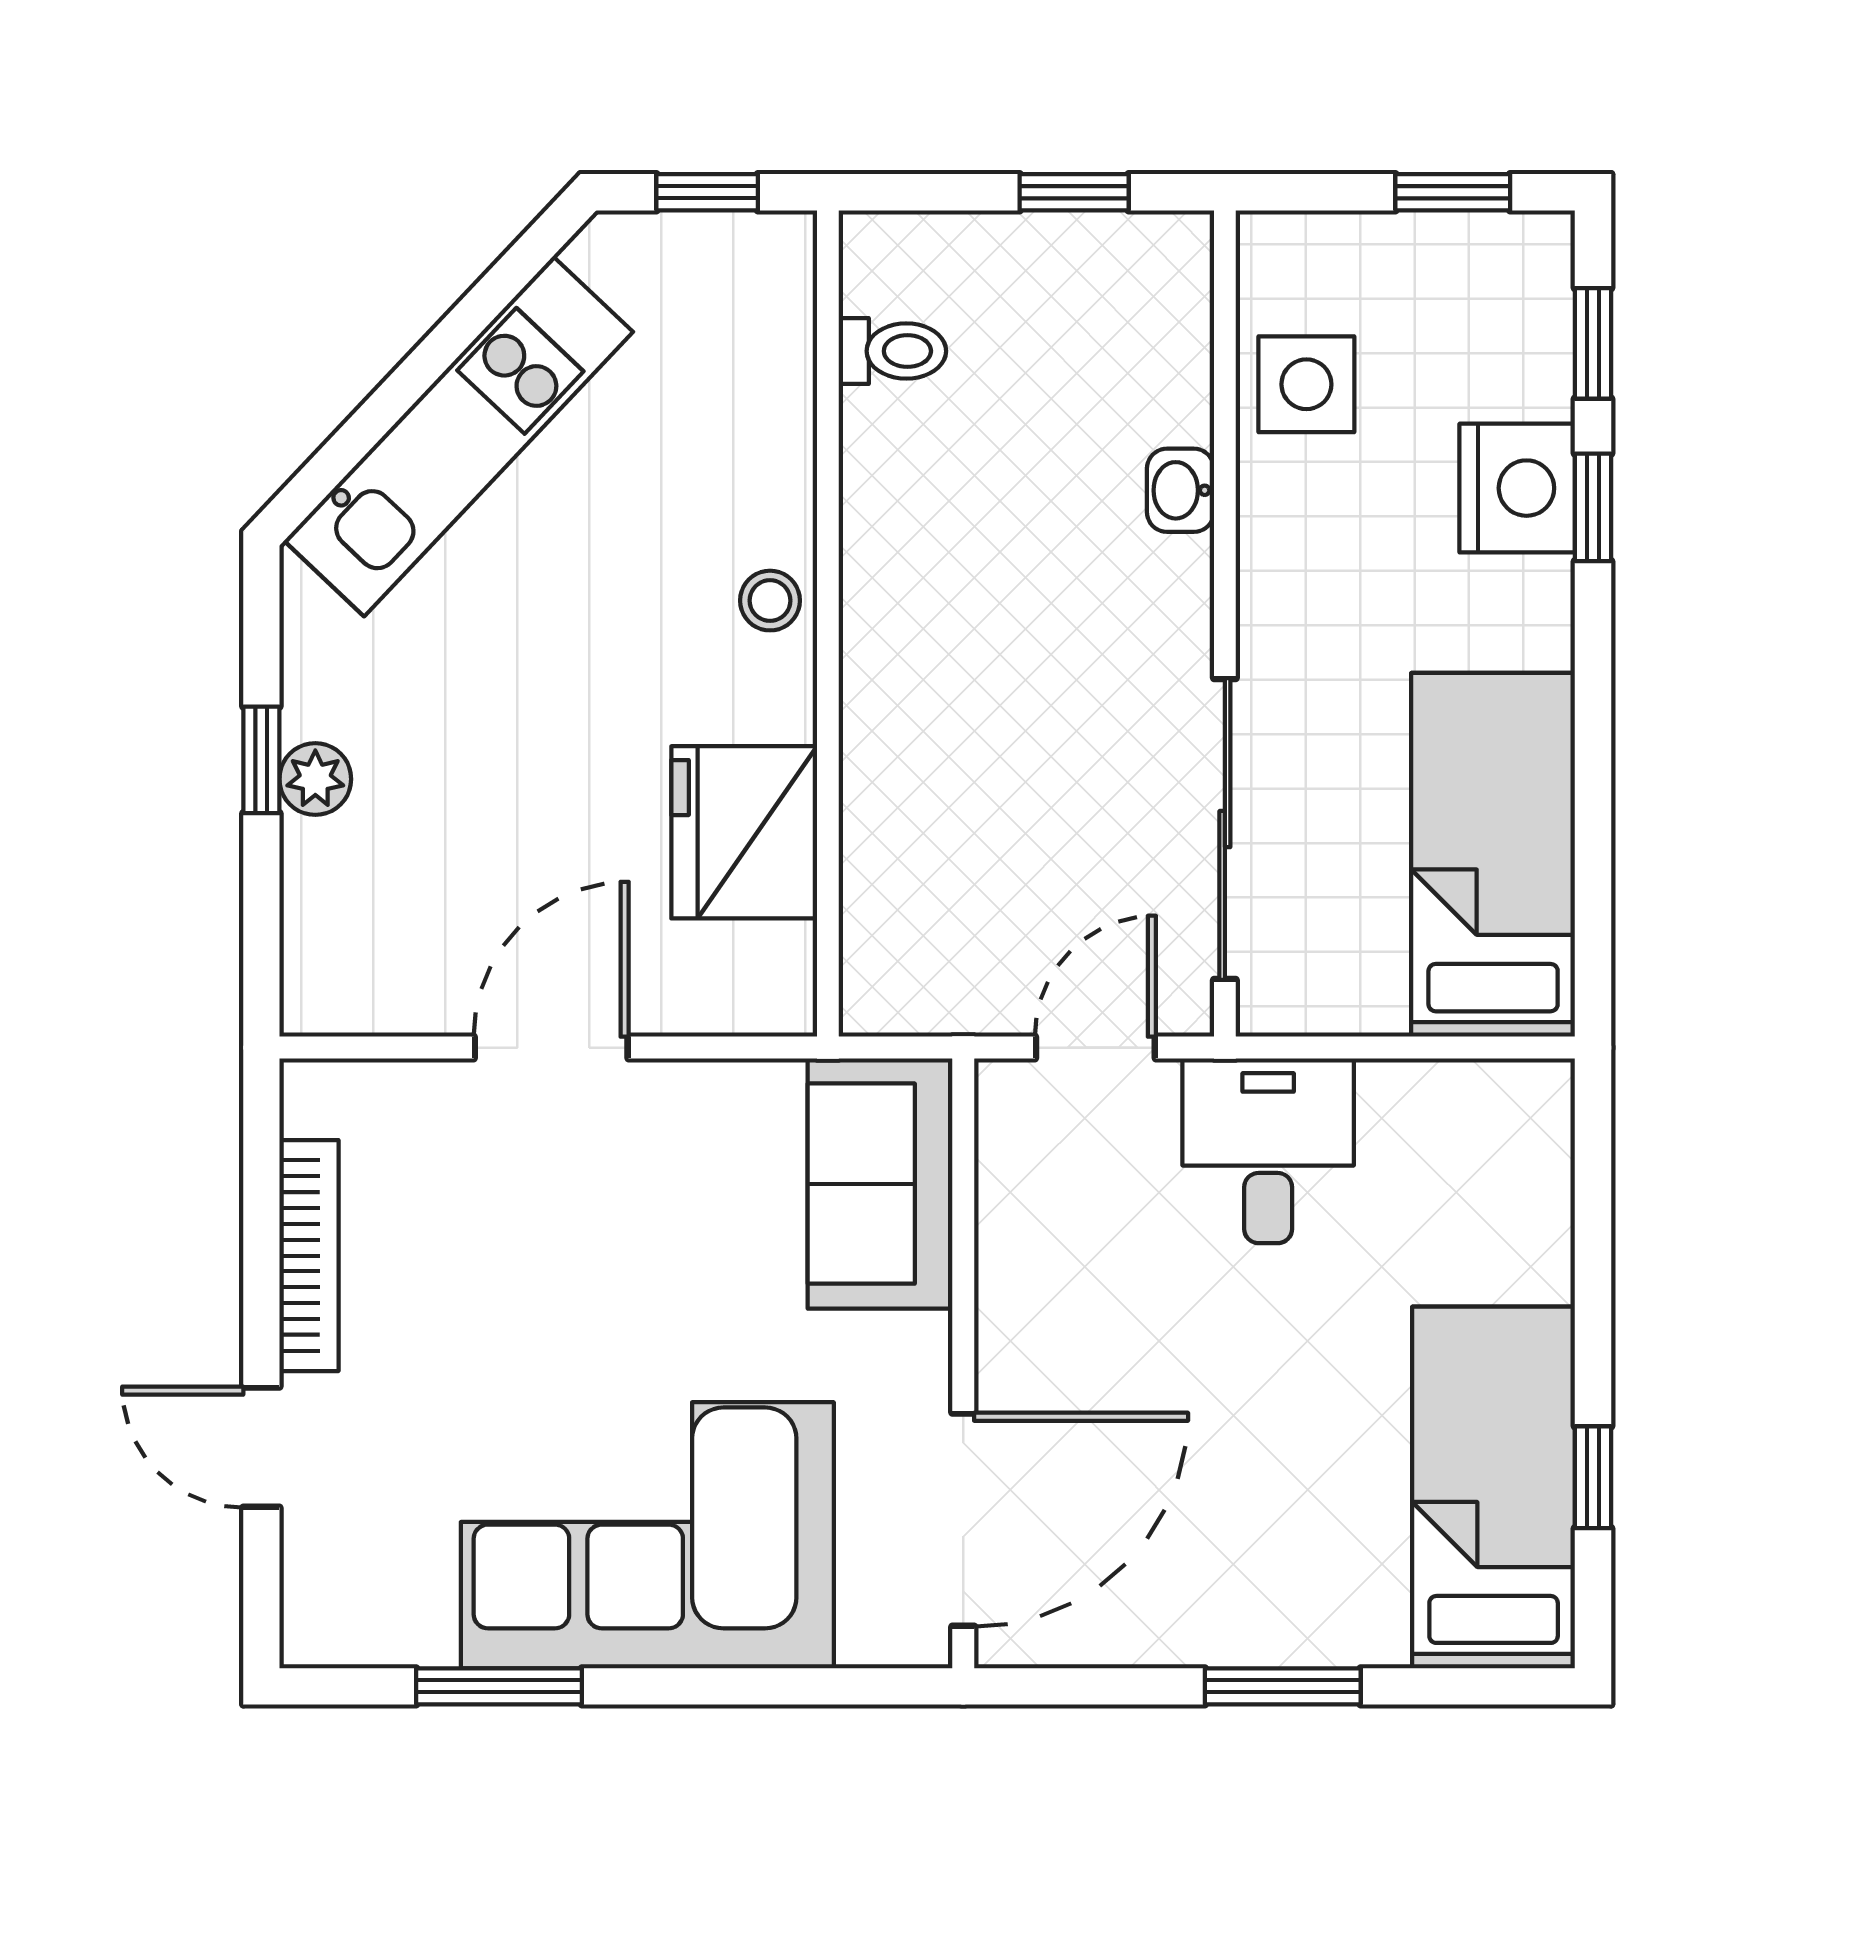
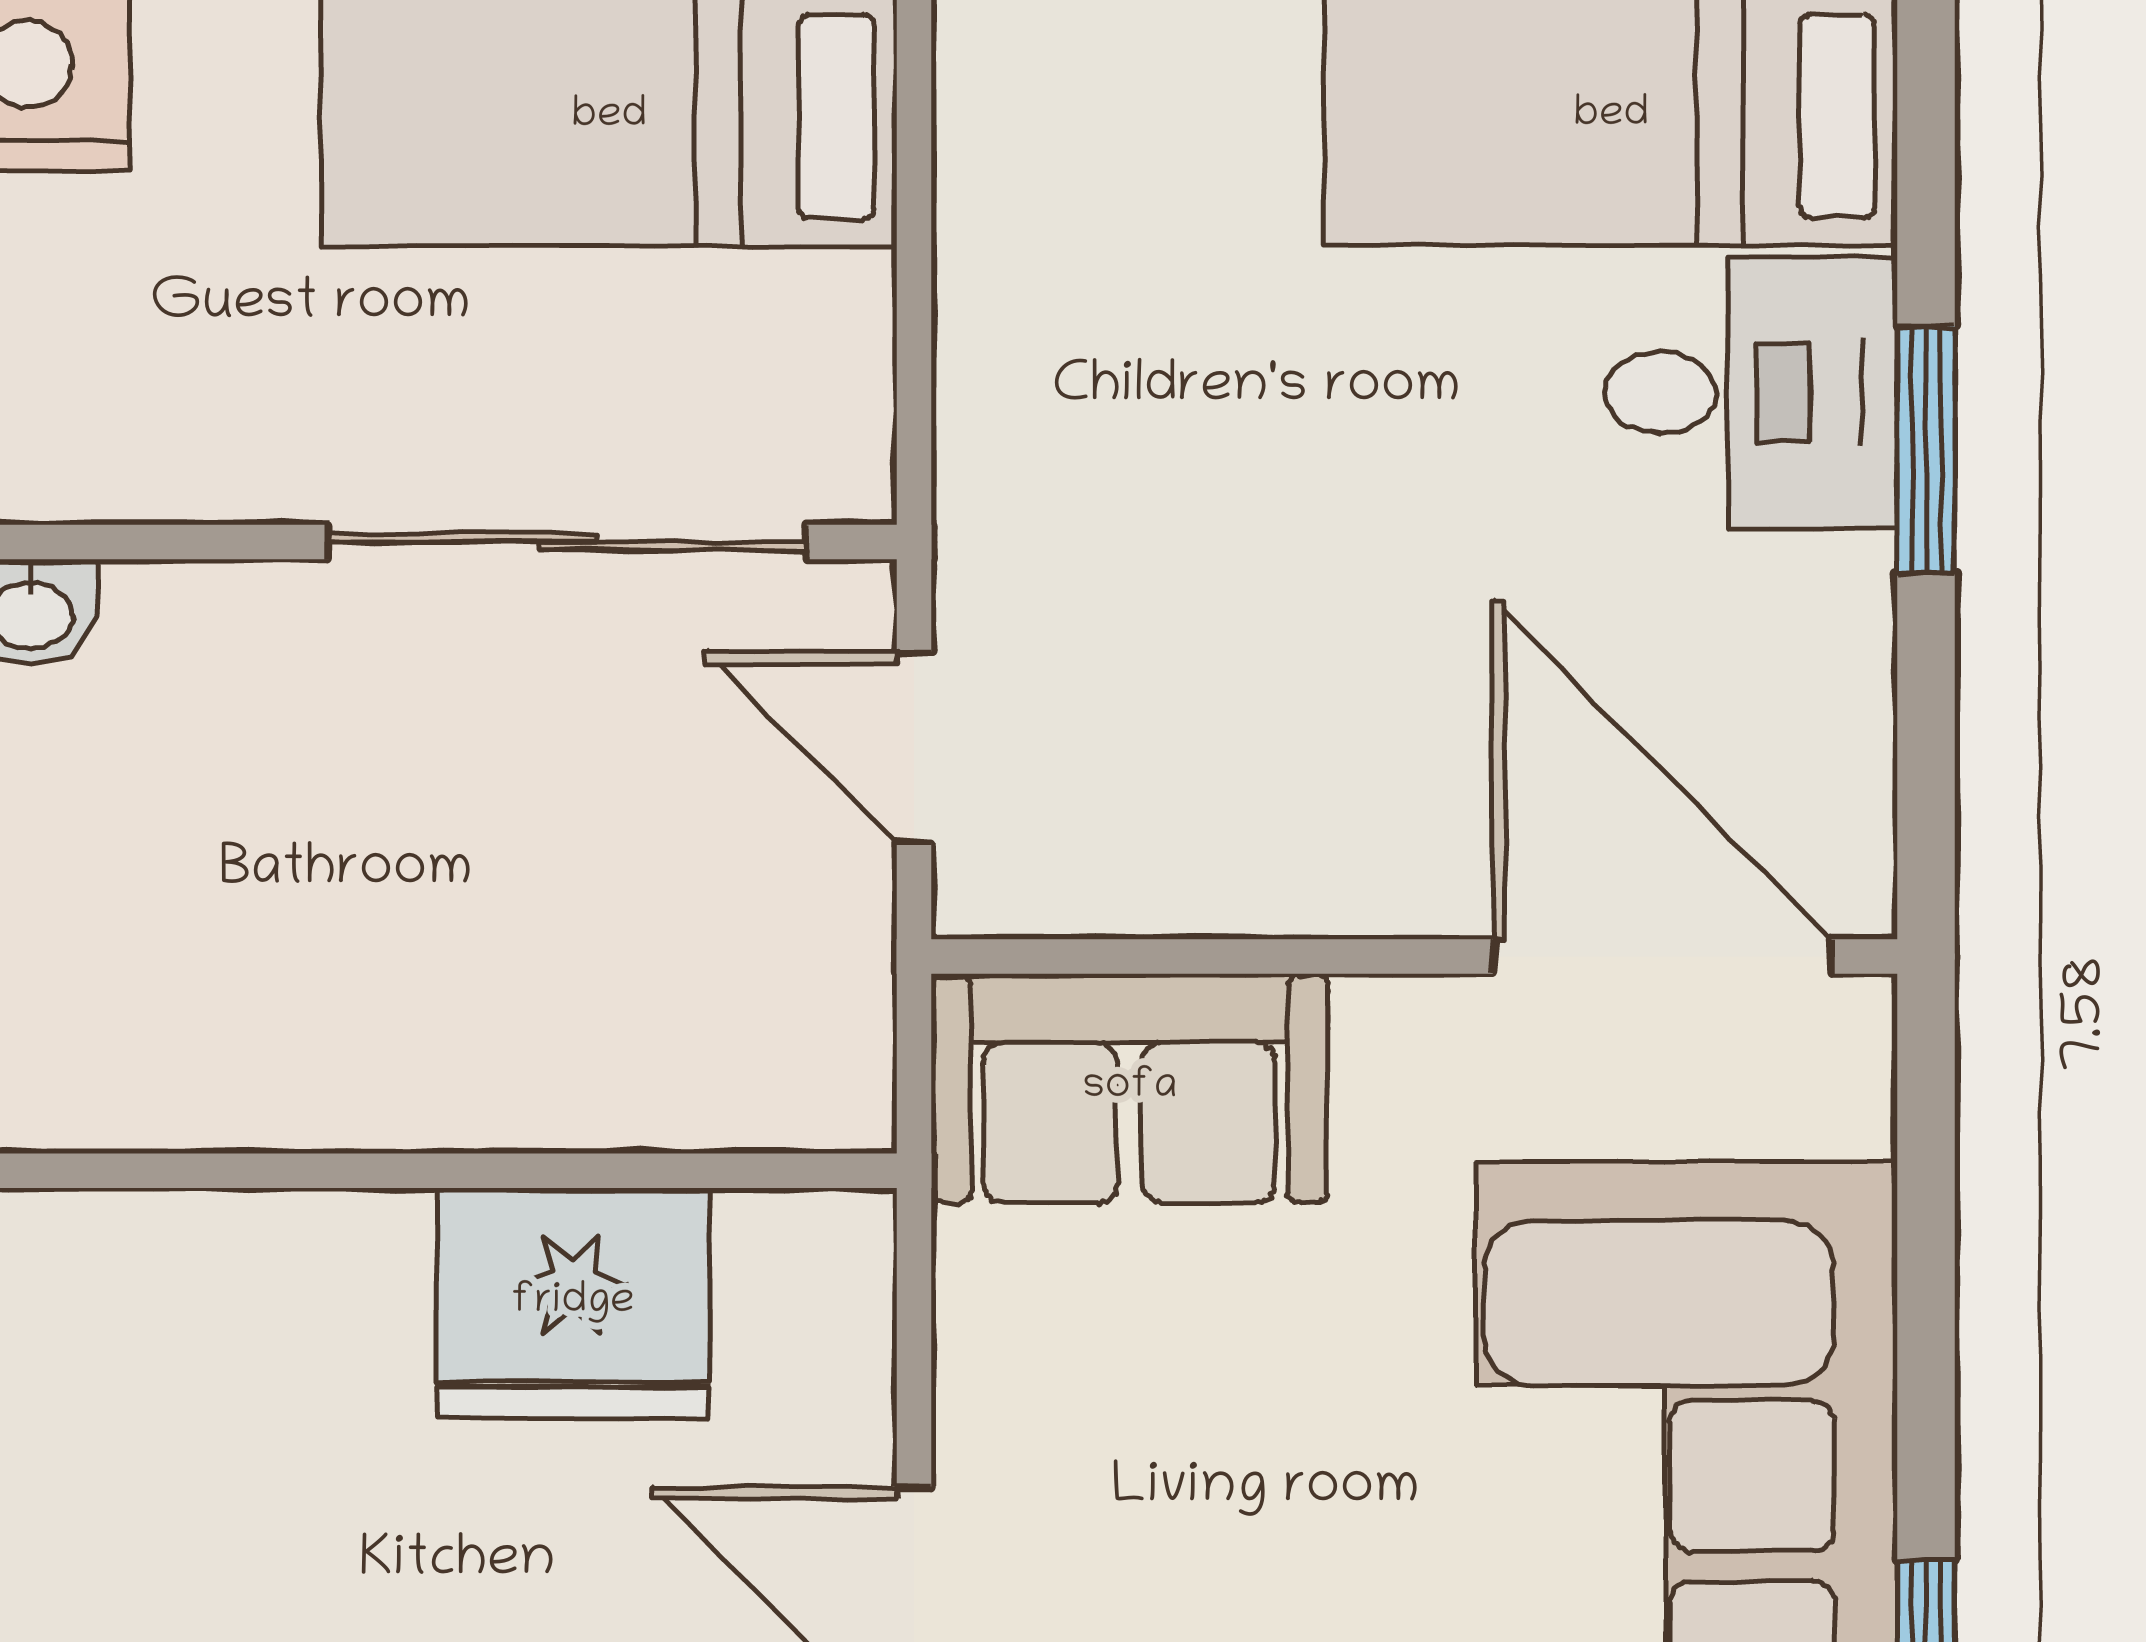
stool: (770, 601) -> (206, 1263), removed
desk: (1268, 1151) -> (1751, 392), moved, turned 180

